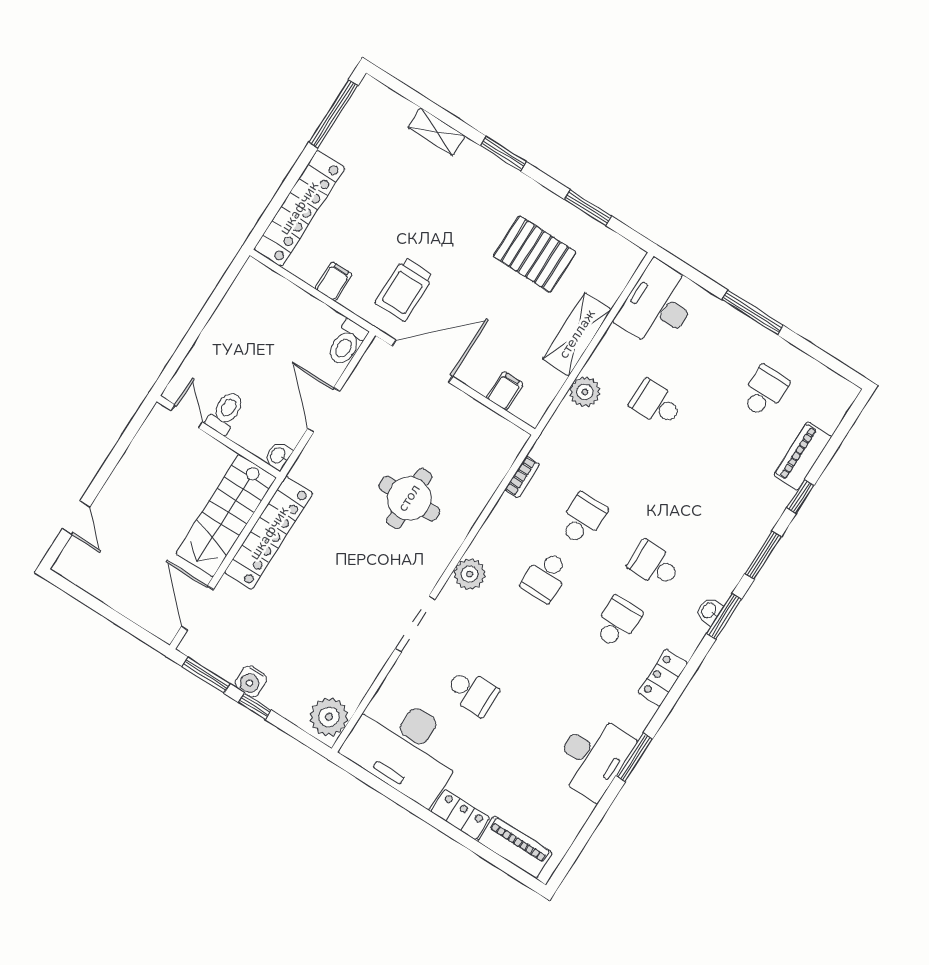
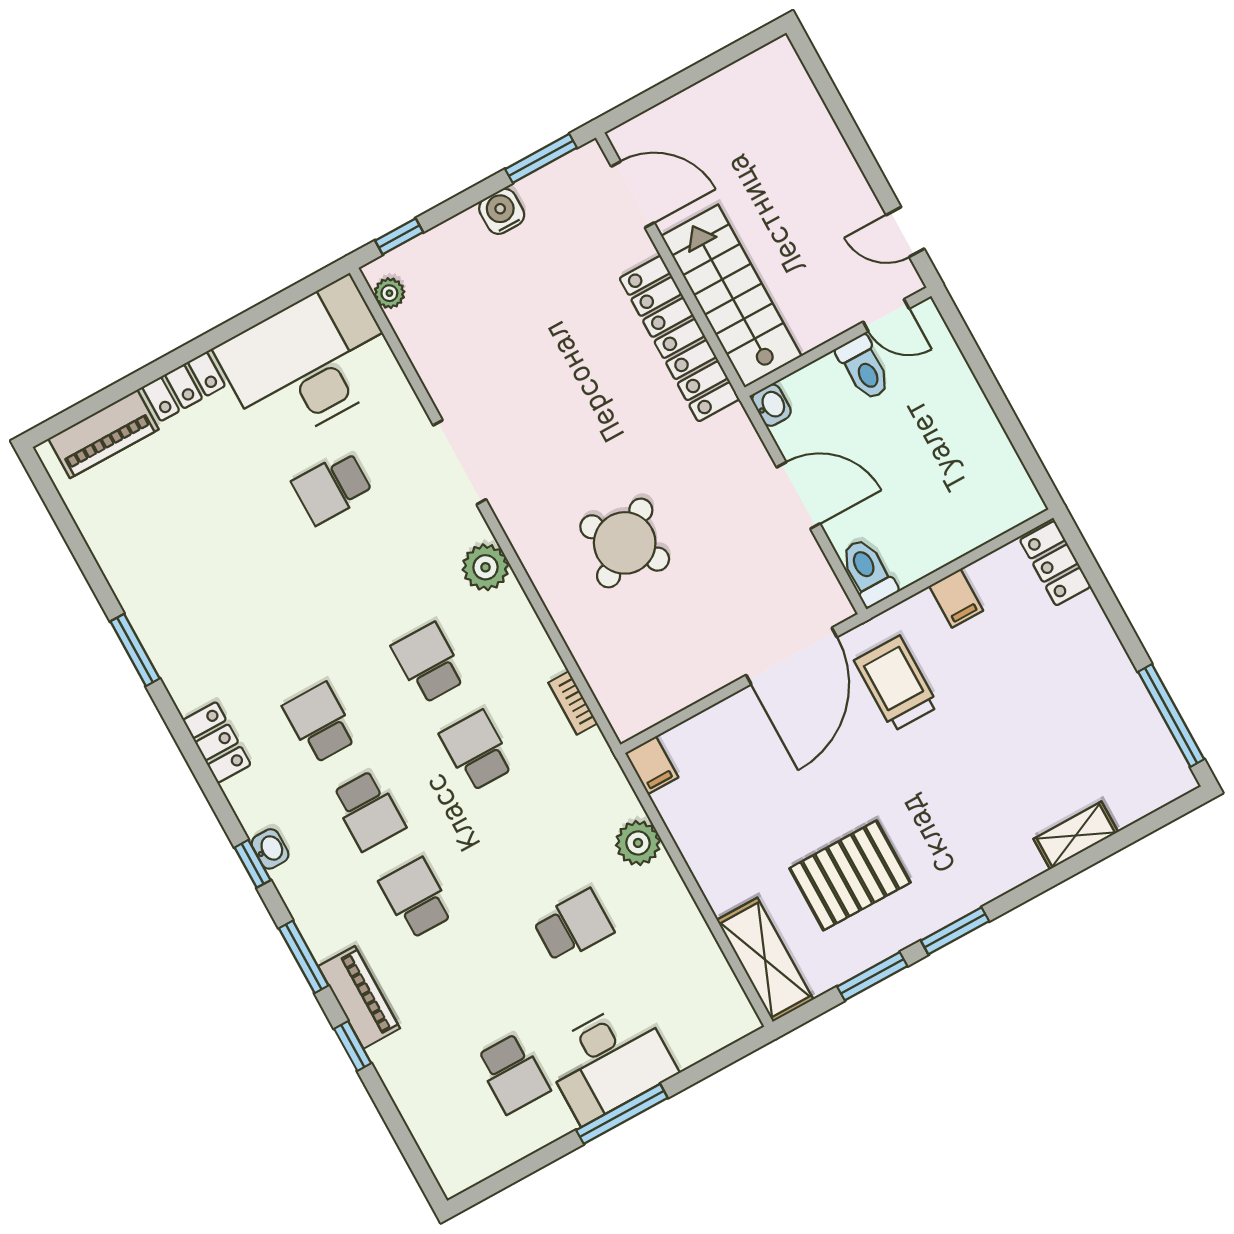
window: (503, 154) -> (955, 931), moved
locker: (299, 208) -> (1055, 563), width x0.46, depth x0.83
desk: (658, 305) -> (609, 1061), moved, turned 90
shelving: (577, 334) -> (765, 960), moved
filing cabinet: (505, 391) -> (652, 765), moved
piano: (803, 456) -> (359, 997), moved
round table: (409, 498) -> (625, 543), turned -35
school desk: (691, 507) -> (416, 898), added
door: (76, 518) -> (905, 232), moved
school desk: (582, 519) -> (477, 751), turned 180
school desk: (654, 565) -> (368, 810), turned 90
window: (724, 616) -> (253, 864), width x0.67
school desk: (617, 622) -> (320, 723), turned 180
window: (255, 706) -> (399, 236), moved
plant: (329, 717) -> (389, 293), width x0.53, depth x0.53
desk: (593, 757) -> (165, 597), removed

